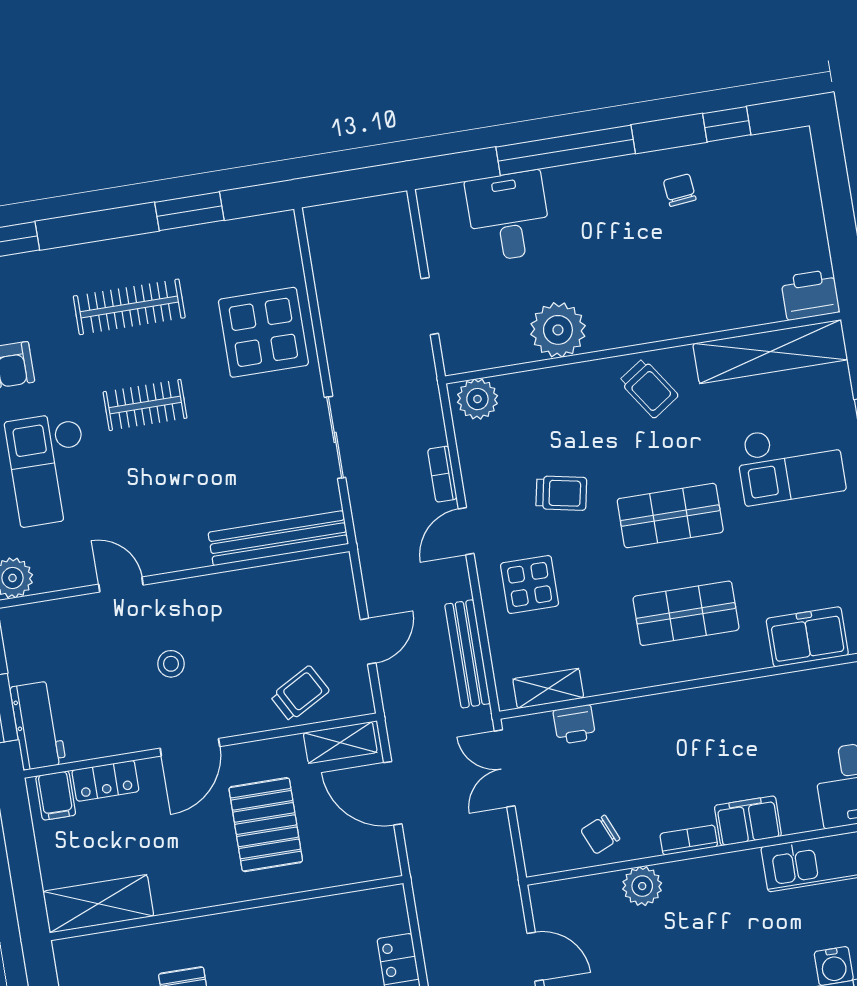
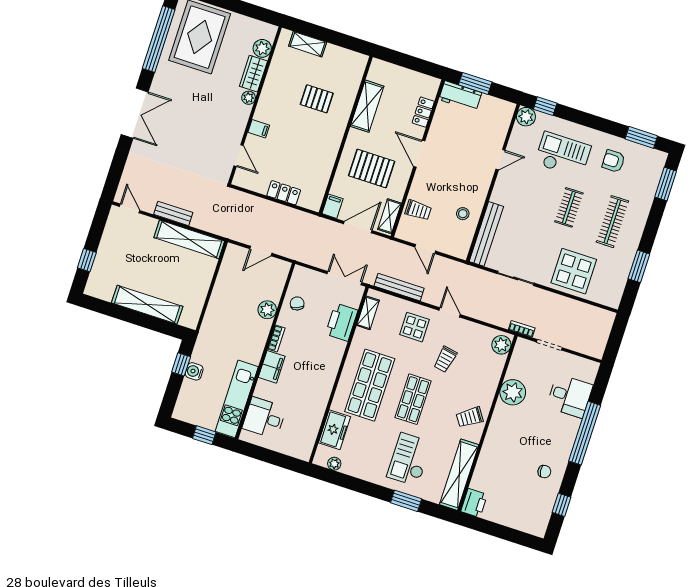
bookcase: (442, 474) -> (522, 329), moved
shop shelf: (686, 613) -> (370, 385), width x1.43, depth x1.36
stool: (171, 664) -> (463, 214), moved
trolley: (300, 694) -> (418, 210), turned -61
printer: (574, 724) -> (342, 322), width x1.87, depth x1.48
filing cabinet: (56, 796) -> (332, 206), moved, turned 90
shelving: (98, 904) -> (367, 106), moved

